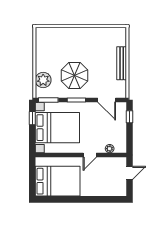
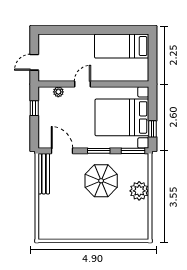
bench: (122, 63) -> (44, 174), moved
plant: (43, 80) -> (139, 191), moved
window: (129, 117) -> (34, 108), moved
bed: (58, 181) -> (122, 46), width x0.67

